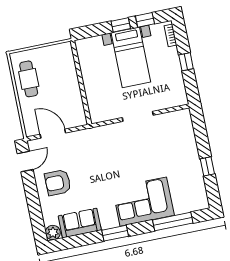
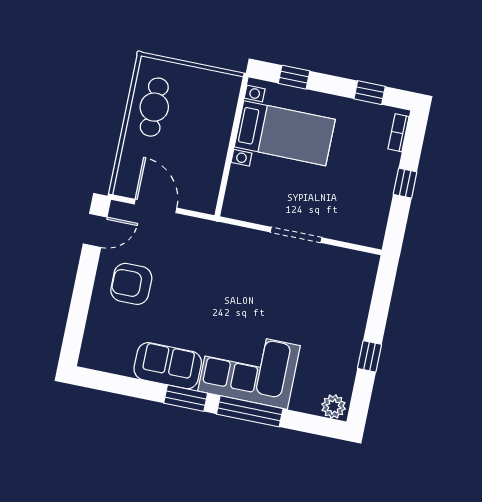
window: (121, 25) -> (294, 77), moved
bed with nightstands: (131, 57) -> (285, 133), moved, turned -90
window: (173, 222) -> (250, 411), moved
sofa: (80, 223) -> (168, 366), moved
plant: (53, 233) -> (334, 407), moved

